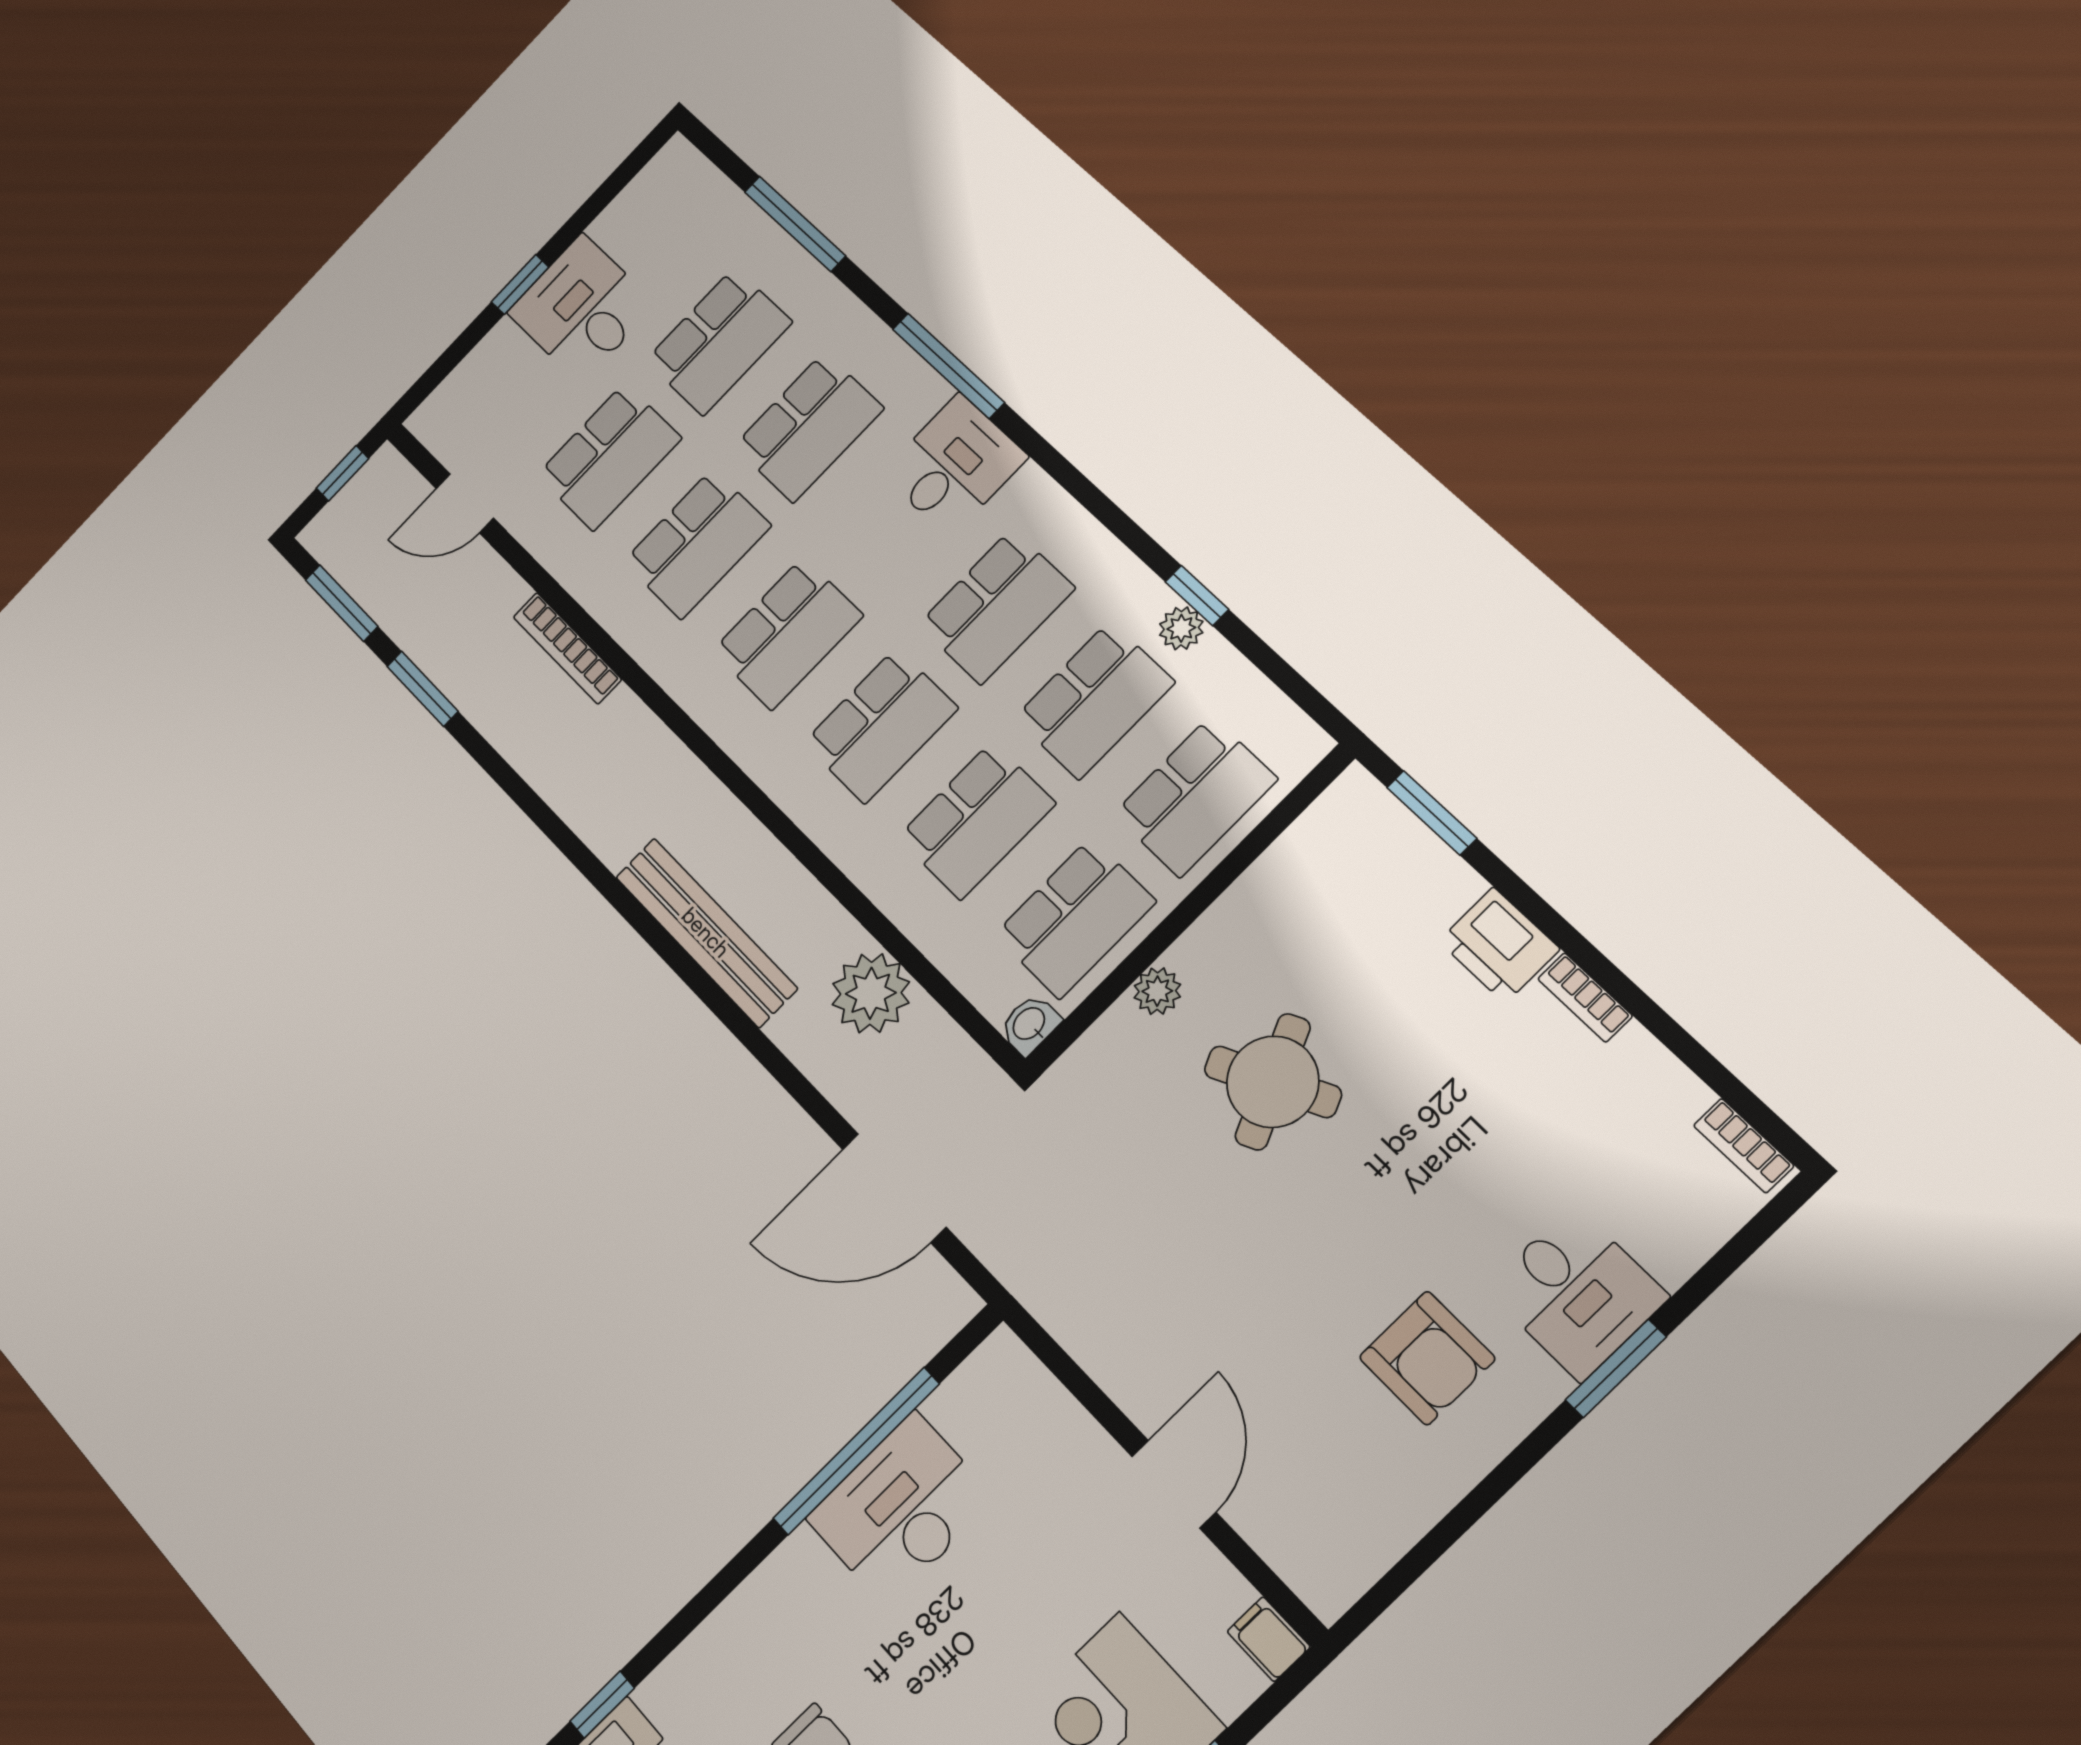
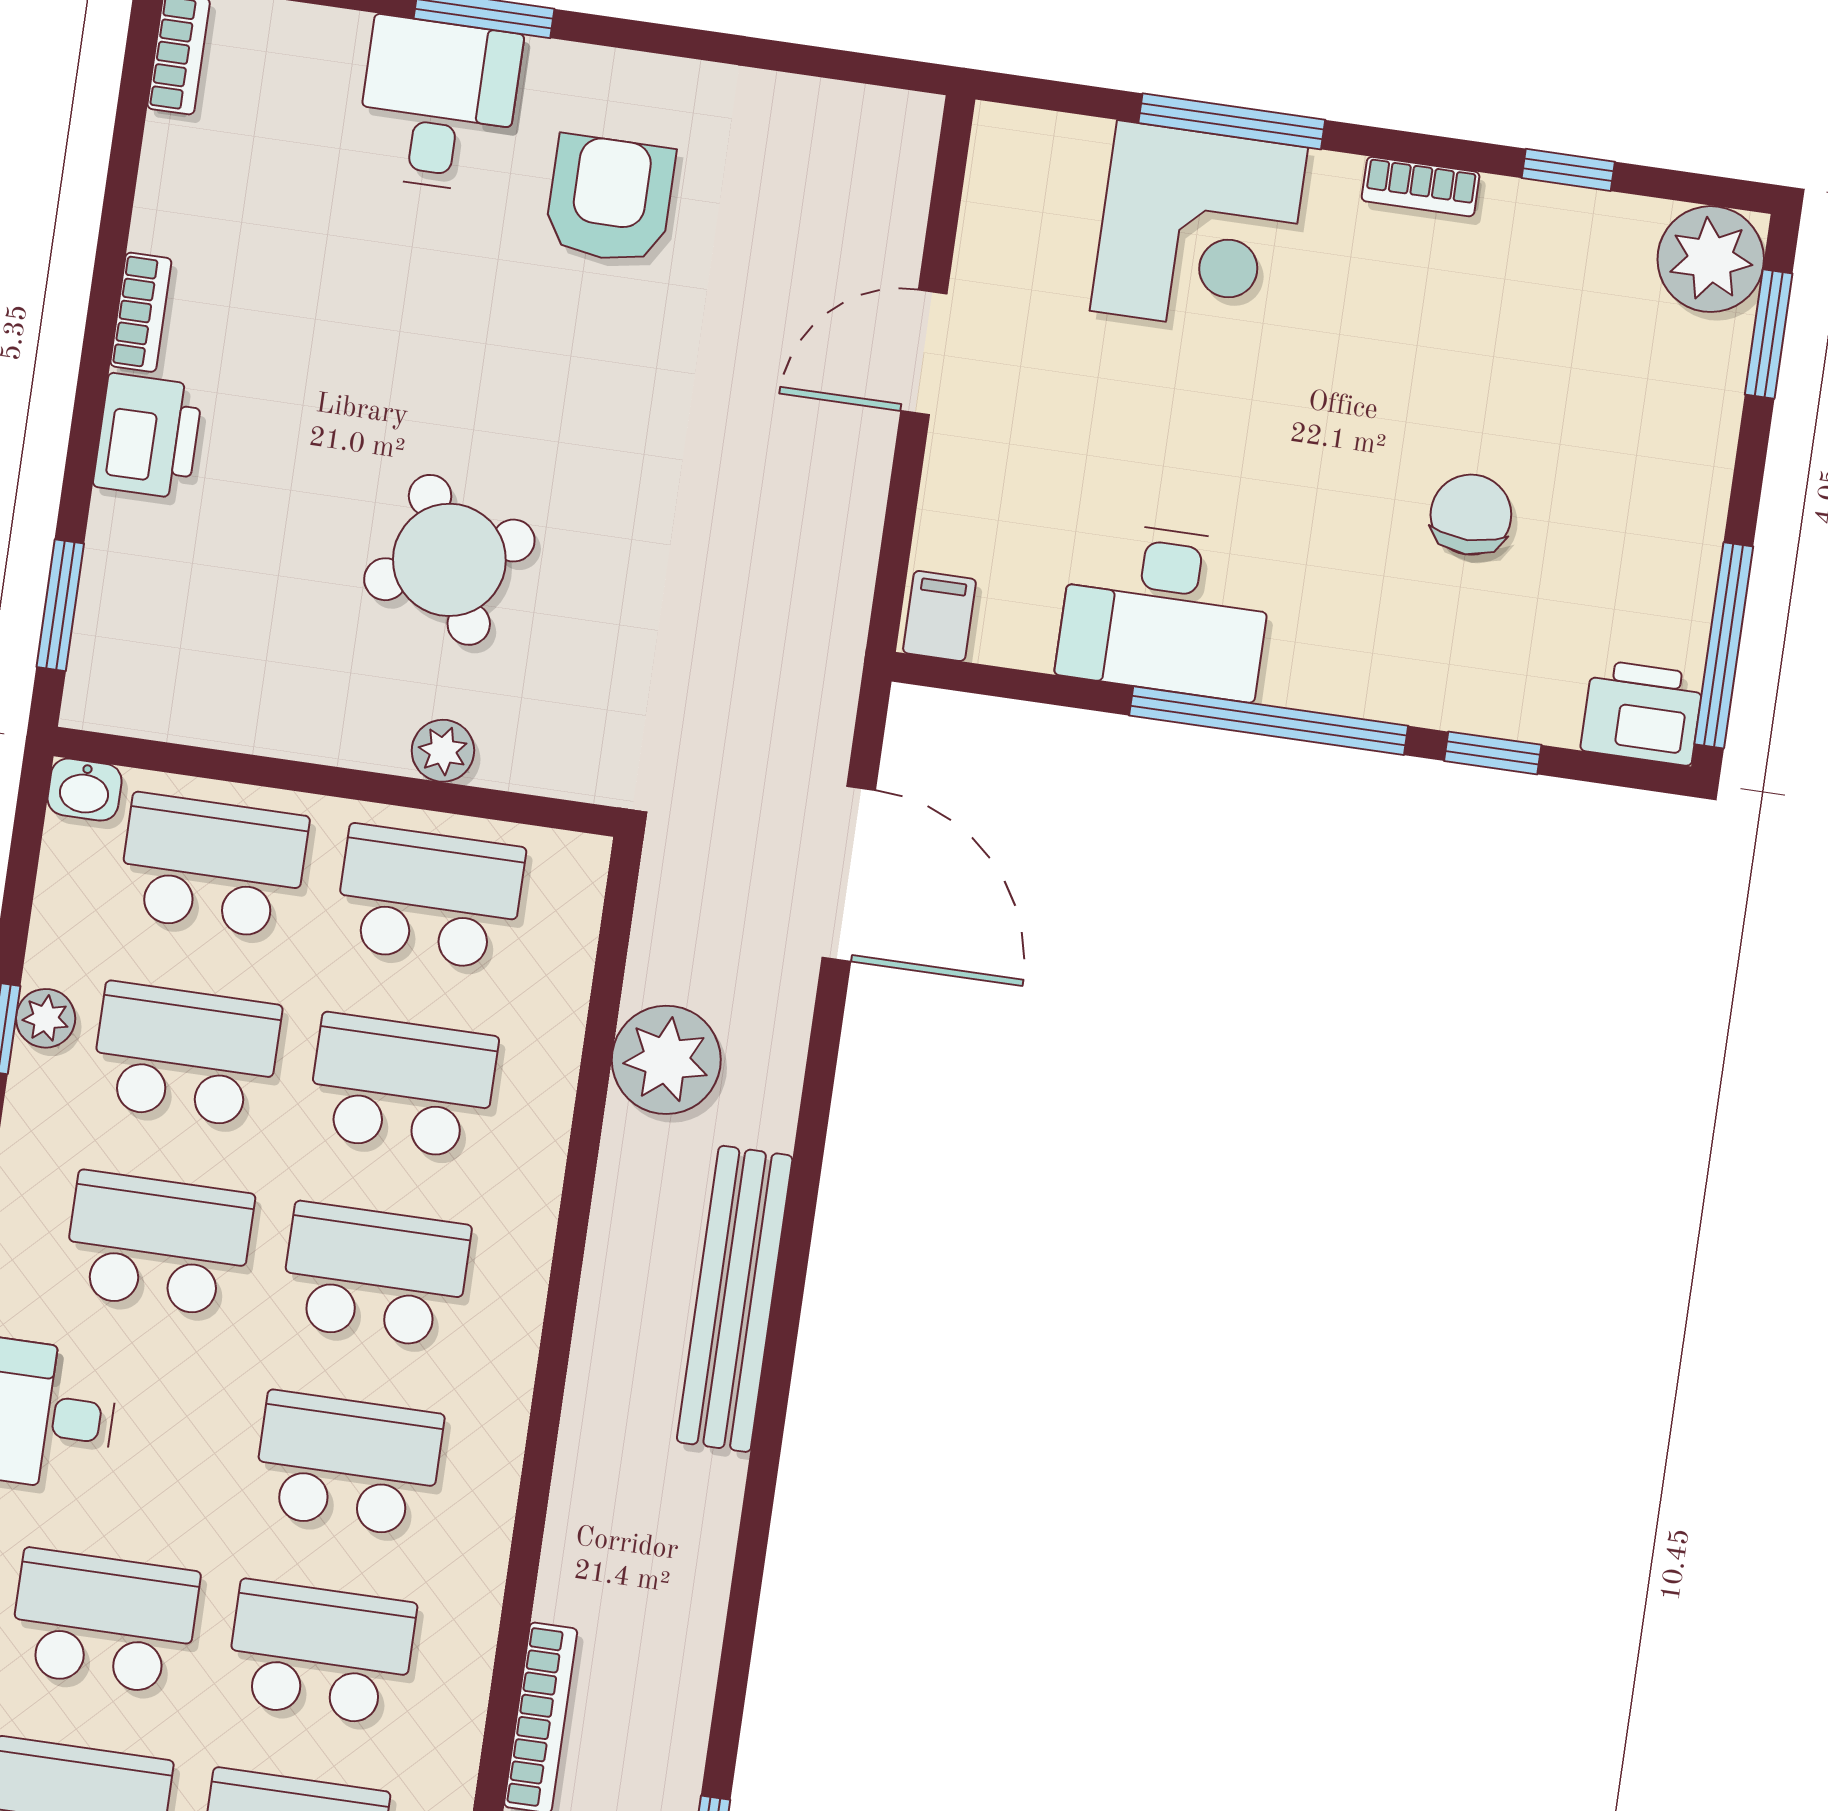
washbasin: (1030, 1024) -> (85, 790), moved
window: (856, 1451) -> (1269, 721), moved
filing cabinet: (1269, 1639) -> (939, 616), moved, turned 180
window: (602, 1705) -> (1493, 753), moved

